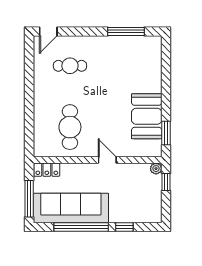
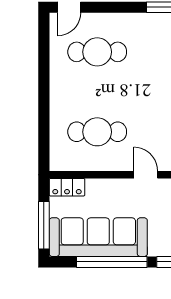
cafe table: (70, 66) -> (97, 52), width x1.37, depth x1.35
cafe table: (70, 127) -> (97, 132), turned 90

